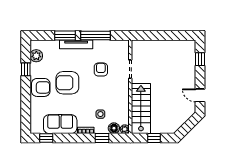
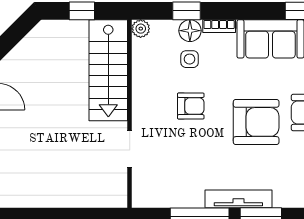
armchair: (101, 70) -> (191, 106), moved, turned -90
floor lamp: (114, 128) -> (190, 31), moved

